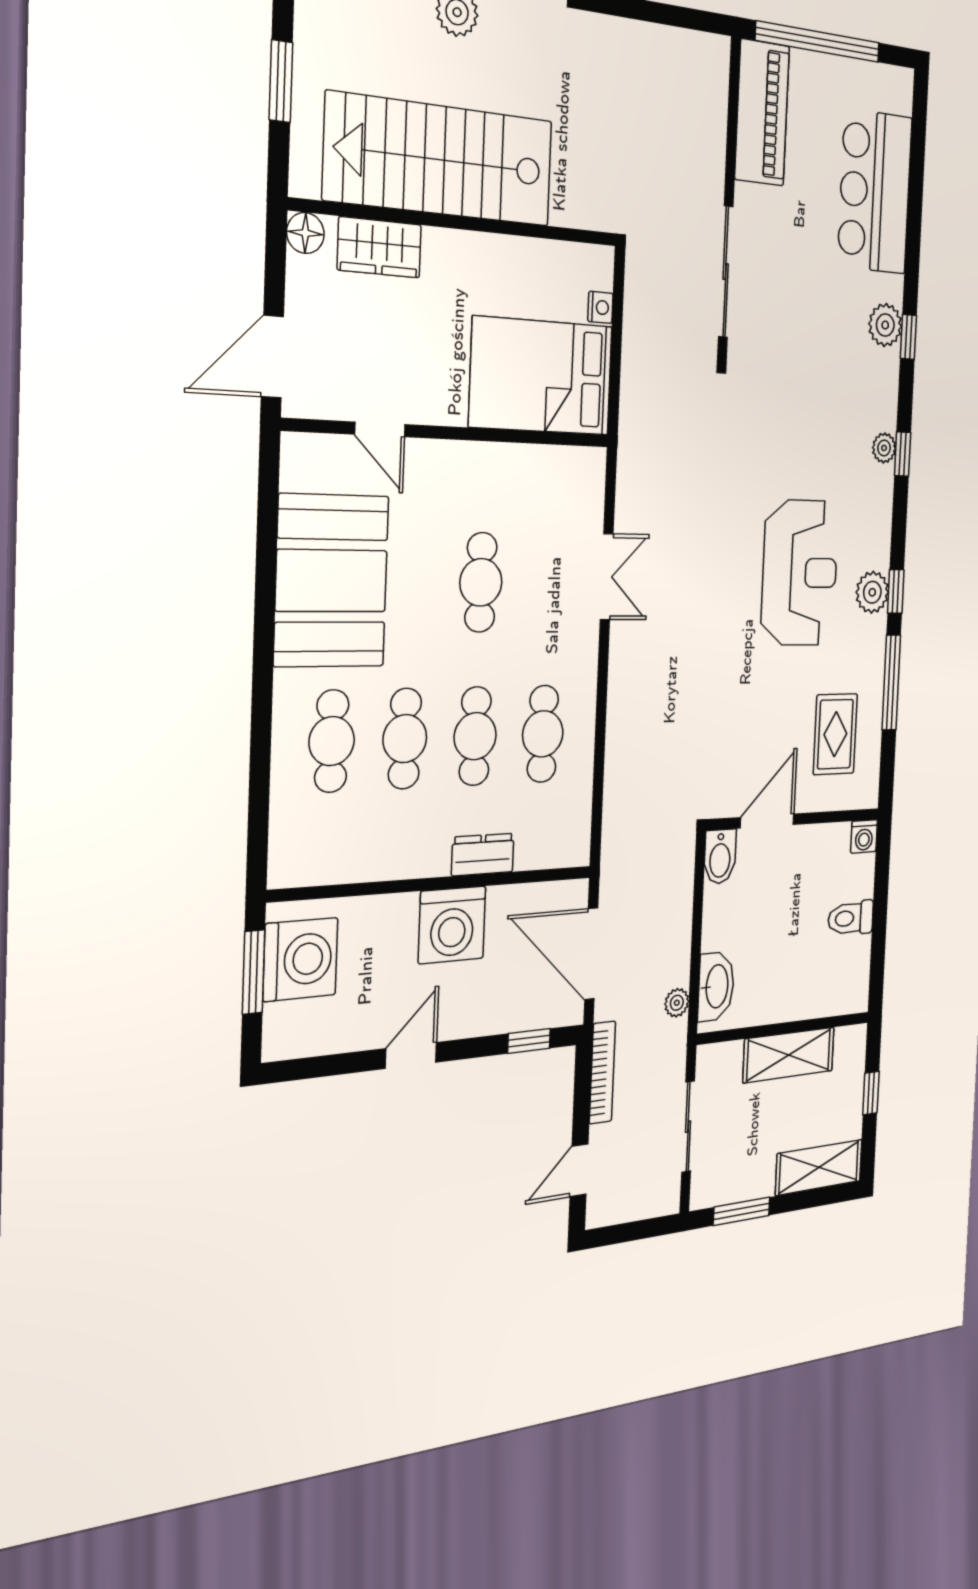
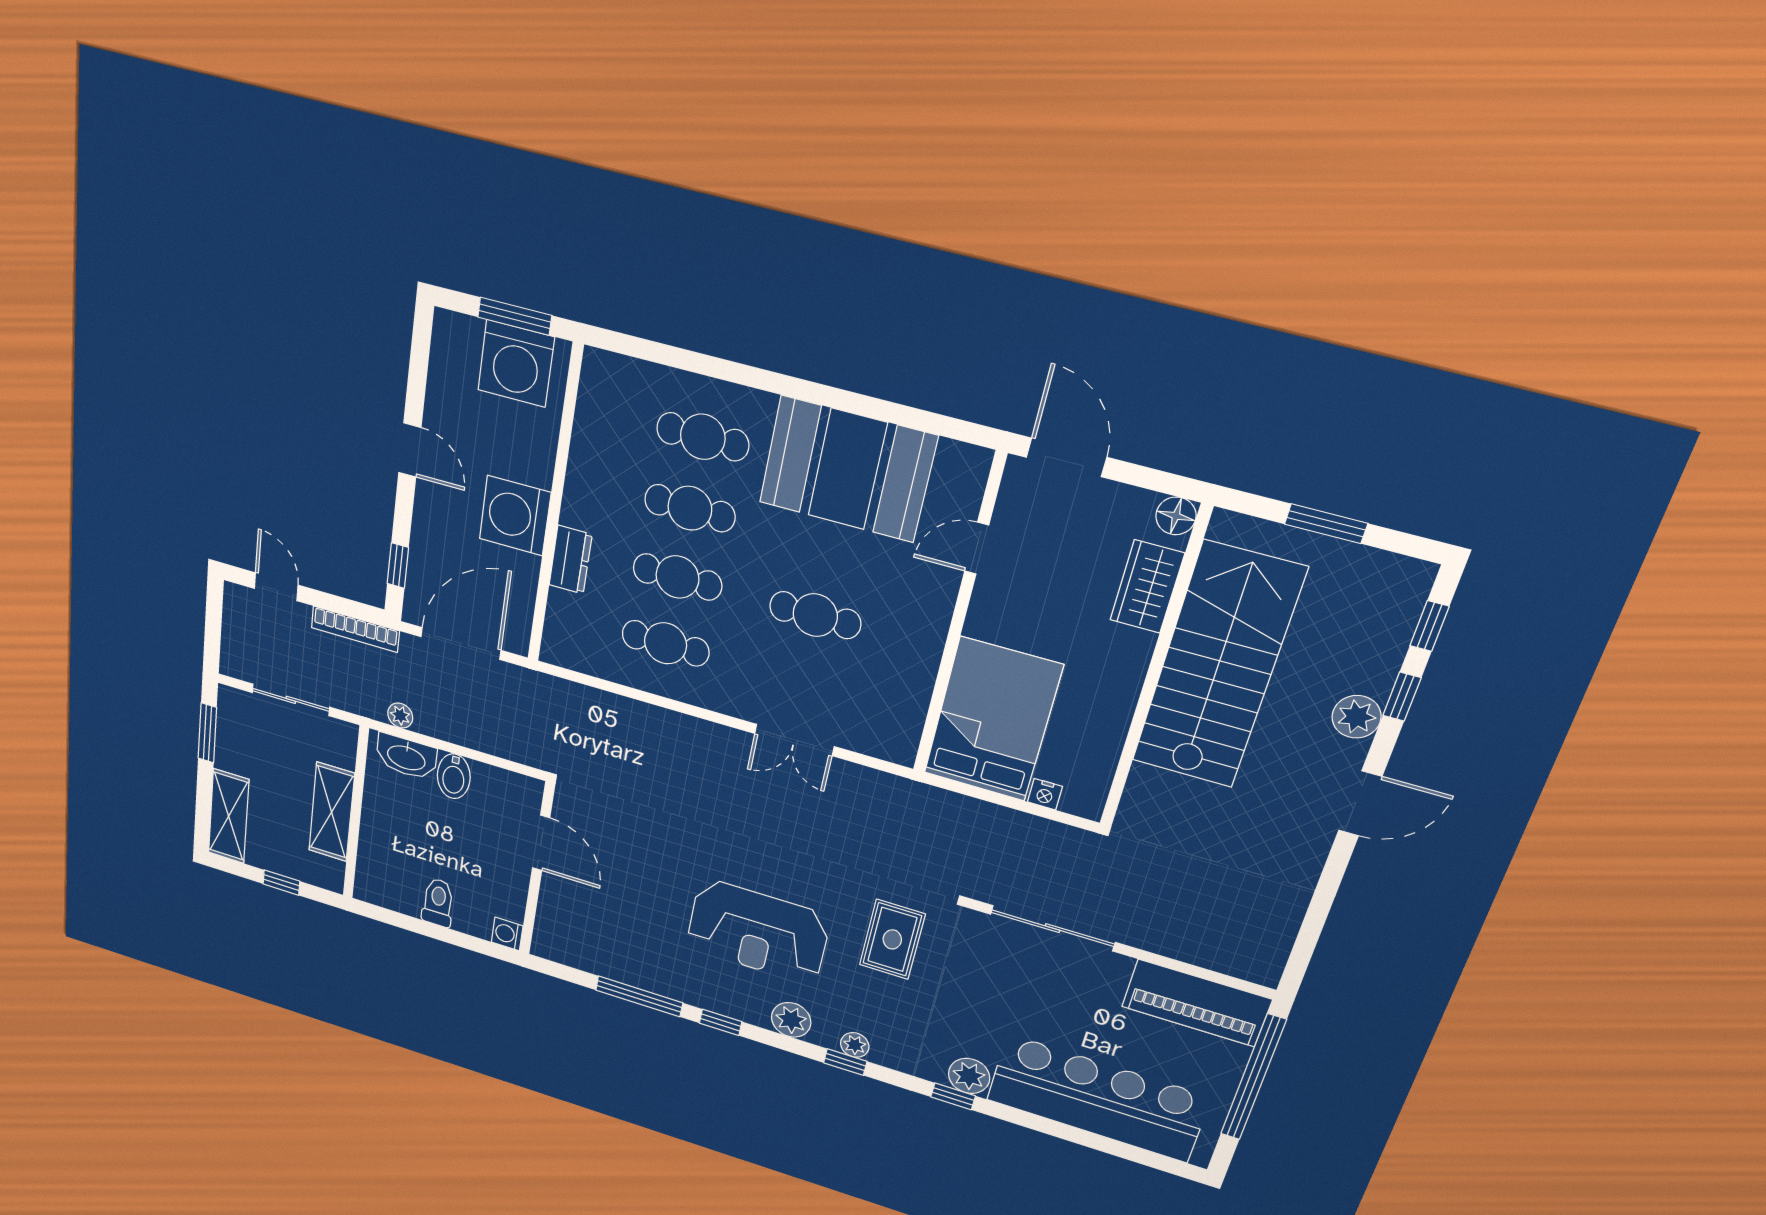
bar counter: (875, 192) -> (1097, 1098), width x1.36
plant: (872, 592) -> (791, 1020), moved
rug: (835, 734) -> (892, 939), moved, turned 90
bidet: (720, 857) -> (454, 776), moved, turned -90

